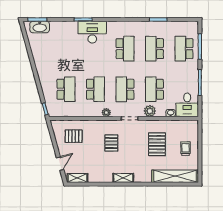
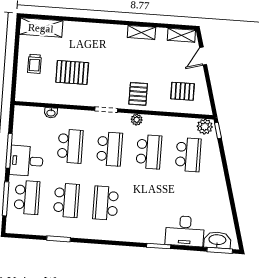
desk: (92, 32) -> (185, 231), moved
school desk: (66, 89) -> (188, 155), turned 180
school desk: (95, 89) -> (149, 152), turned 180
desk: (187, 105) -> (26, 161), moved, turned -90
plant: (150, 111) -> (205, 127), moved
pallet: (111, 143) -> (138, 94), moved
pallet: (157, 144) -> (72, 72), turned 90
shelving: (175, 176) -> (41, 28), width x0.68
shelving: (123, 178) -> (141, 32), moved

